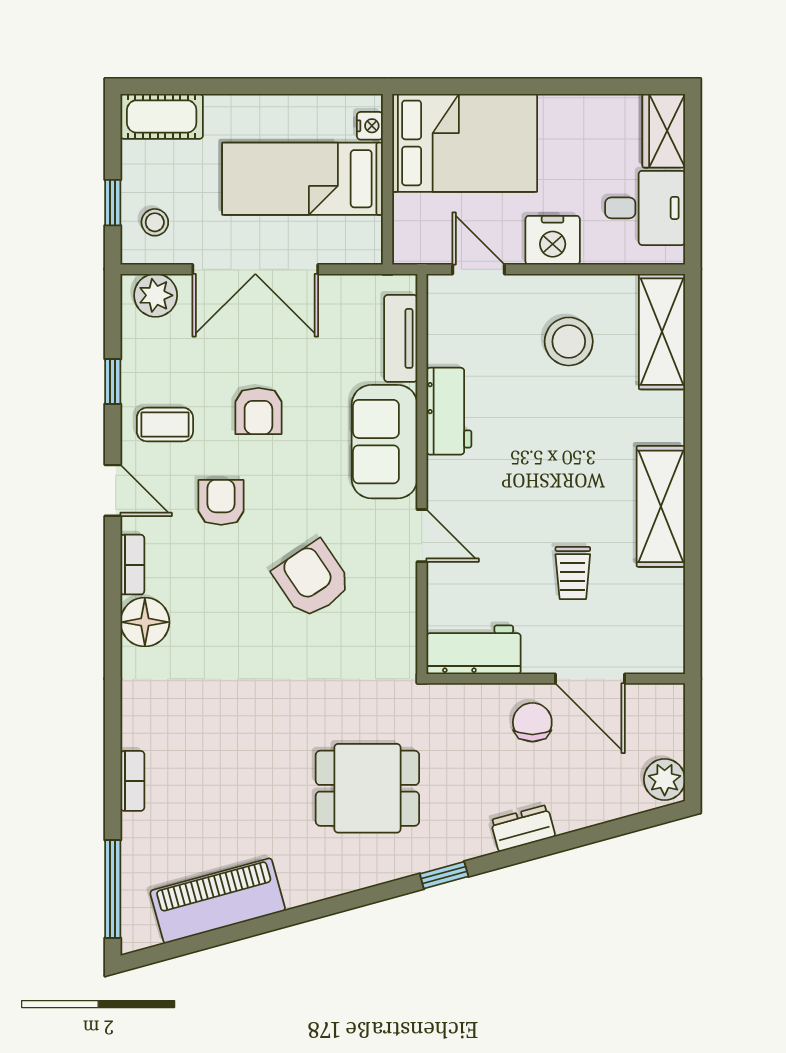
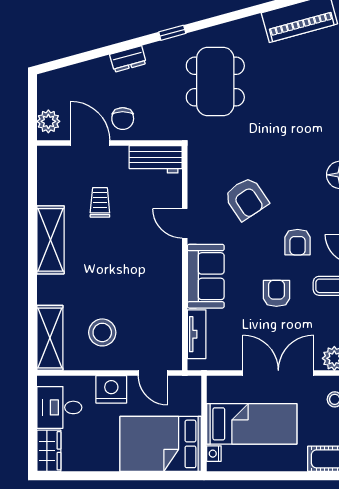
workbench: (449, 411) -> (170, 293), removed
plant: (665, 779) -> (48, 121), moved
dining table: (367, 788) -> (215, 82), width x1.38

